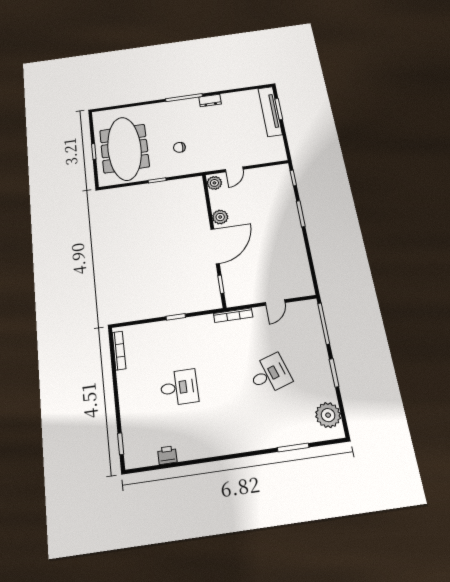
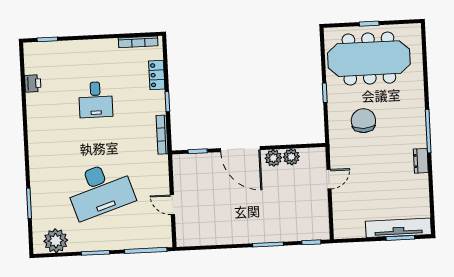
chair: (179, 147) -> (363, 121), width x1.87, depth x1.87
door: (234, 169) -> (329, 179), swing flipped
plant: (214, 183) -> (291, 157), moved
bookcase: (233, 315) -> (162, 135), moved
locker: (150, 329) -> (157, 75), added
desk: (270, 374) -> (100, 190), width x1.87, depth x1.30

